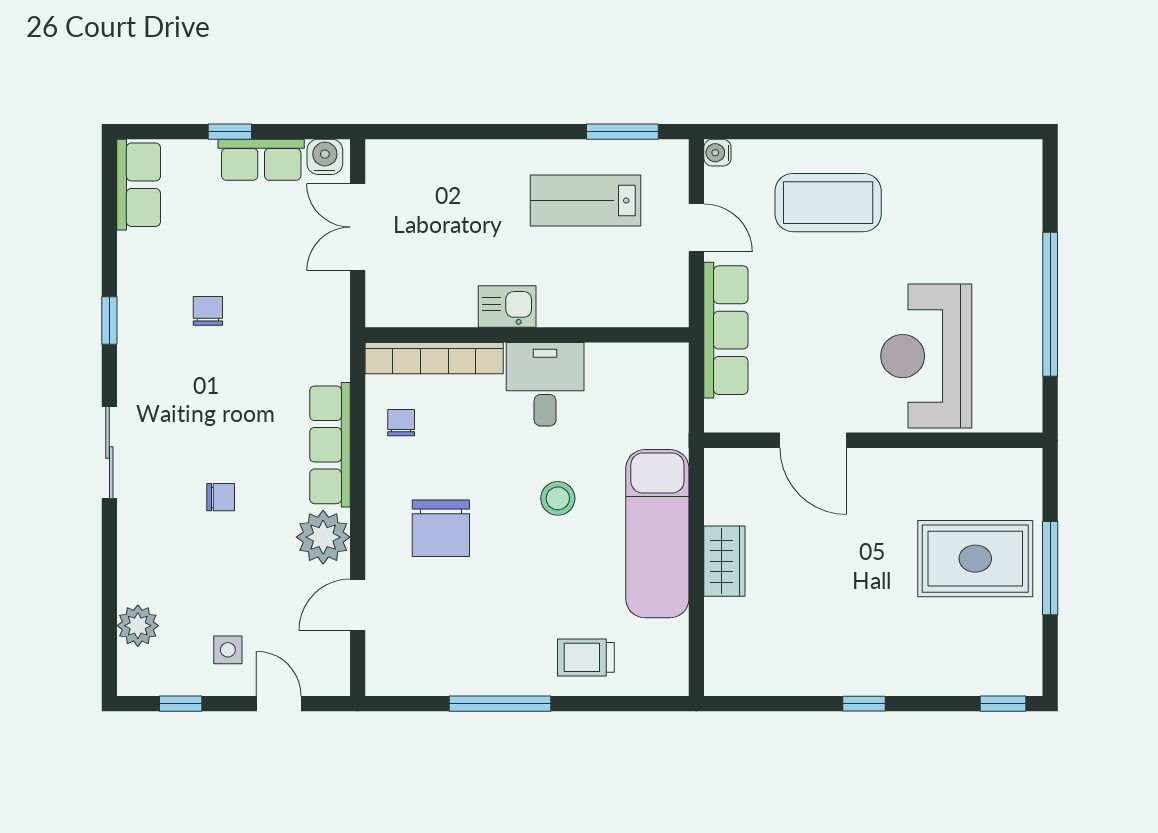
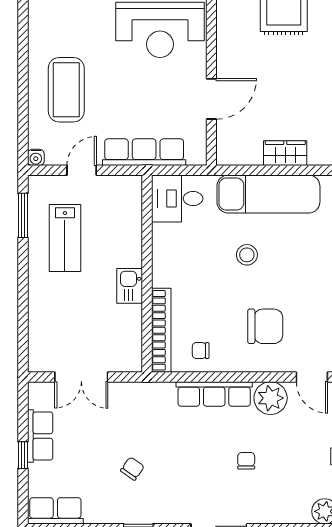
water cooler: (325, 157) -> (38, 397), removed
chair: (208, 311) -> (132, 469), turned 125
desk: (545, 384) -> (177, 199), moved

